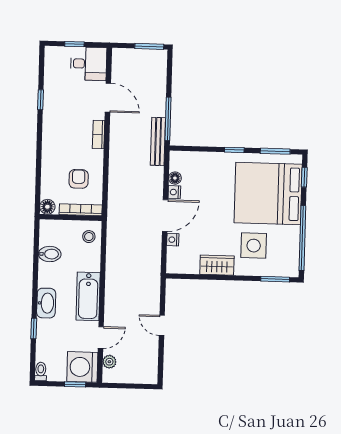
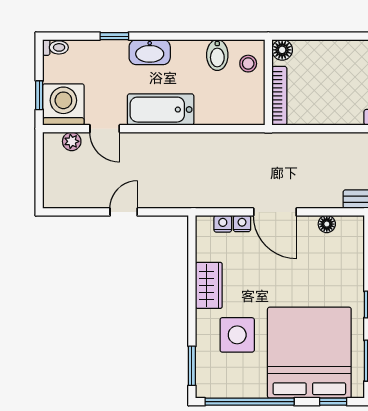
armchair: (79, 179) -> (322, 92), removed
nightstand: (174, 192) -> (223, 224), moved
stool: (89, 237) -> (248, 64), moved

